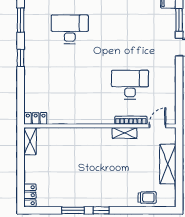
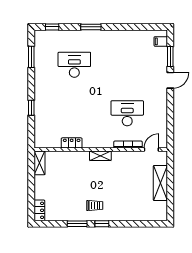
window: (21, 58) -> (31, 108), moved
locker: (36, 118) -> (72, 143), moved
shelving: (125, 133) -> (100, 156), moved
trolley: (147, 198) -> (95, 206), moved

